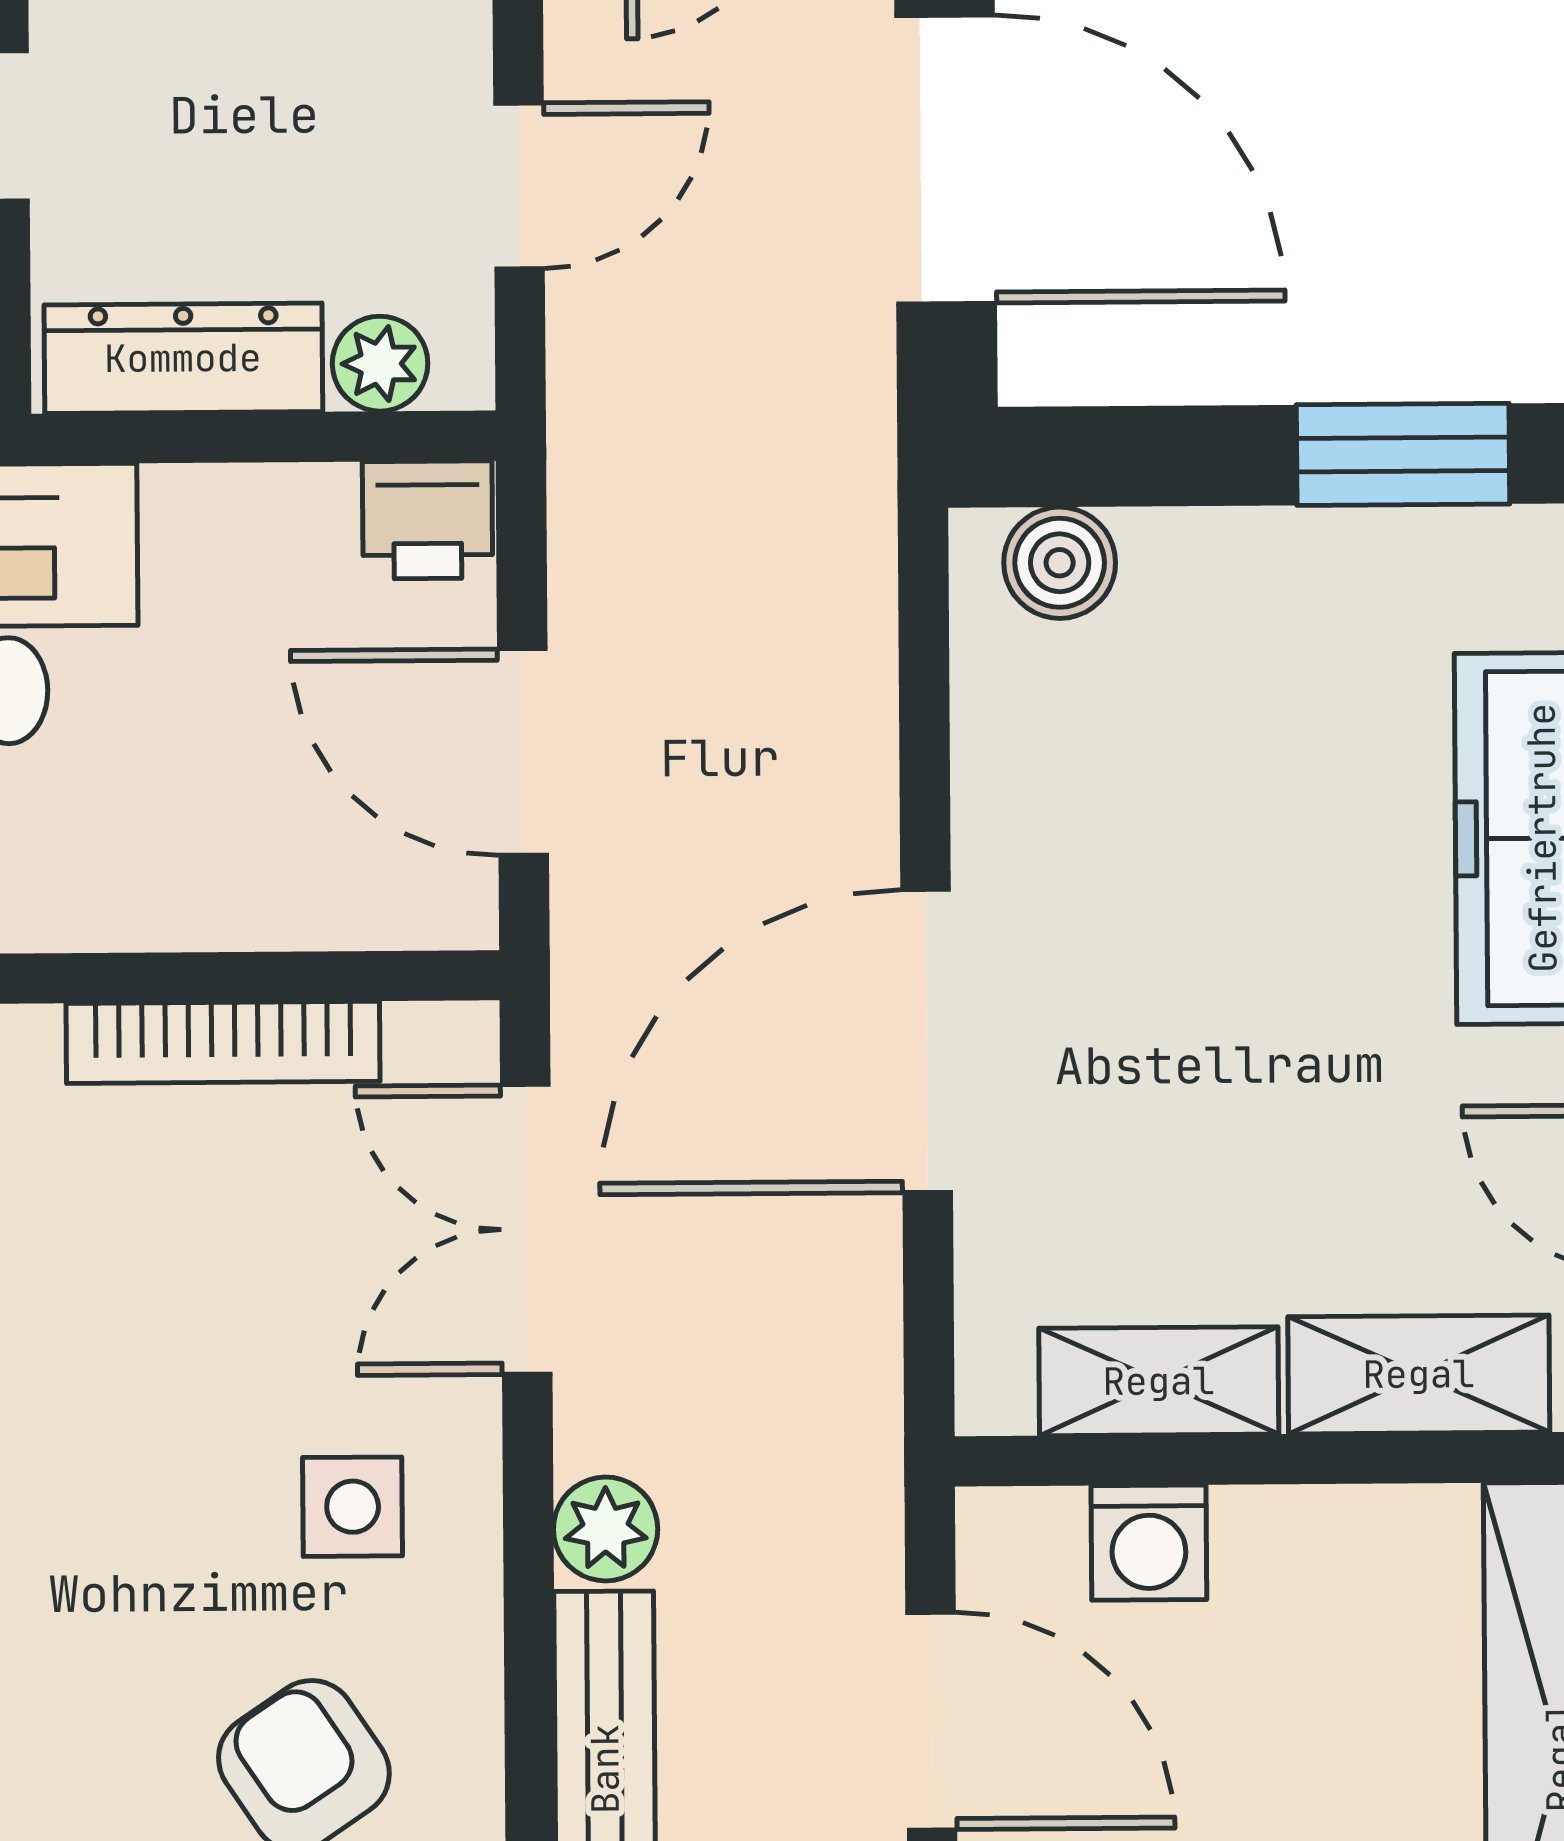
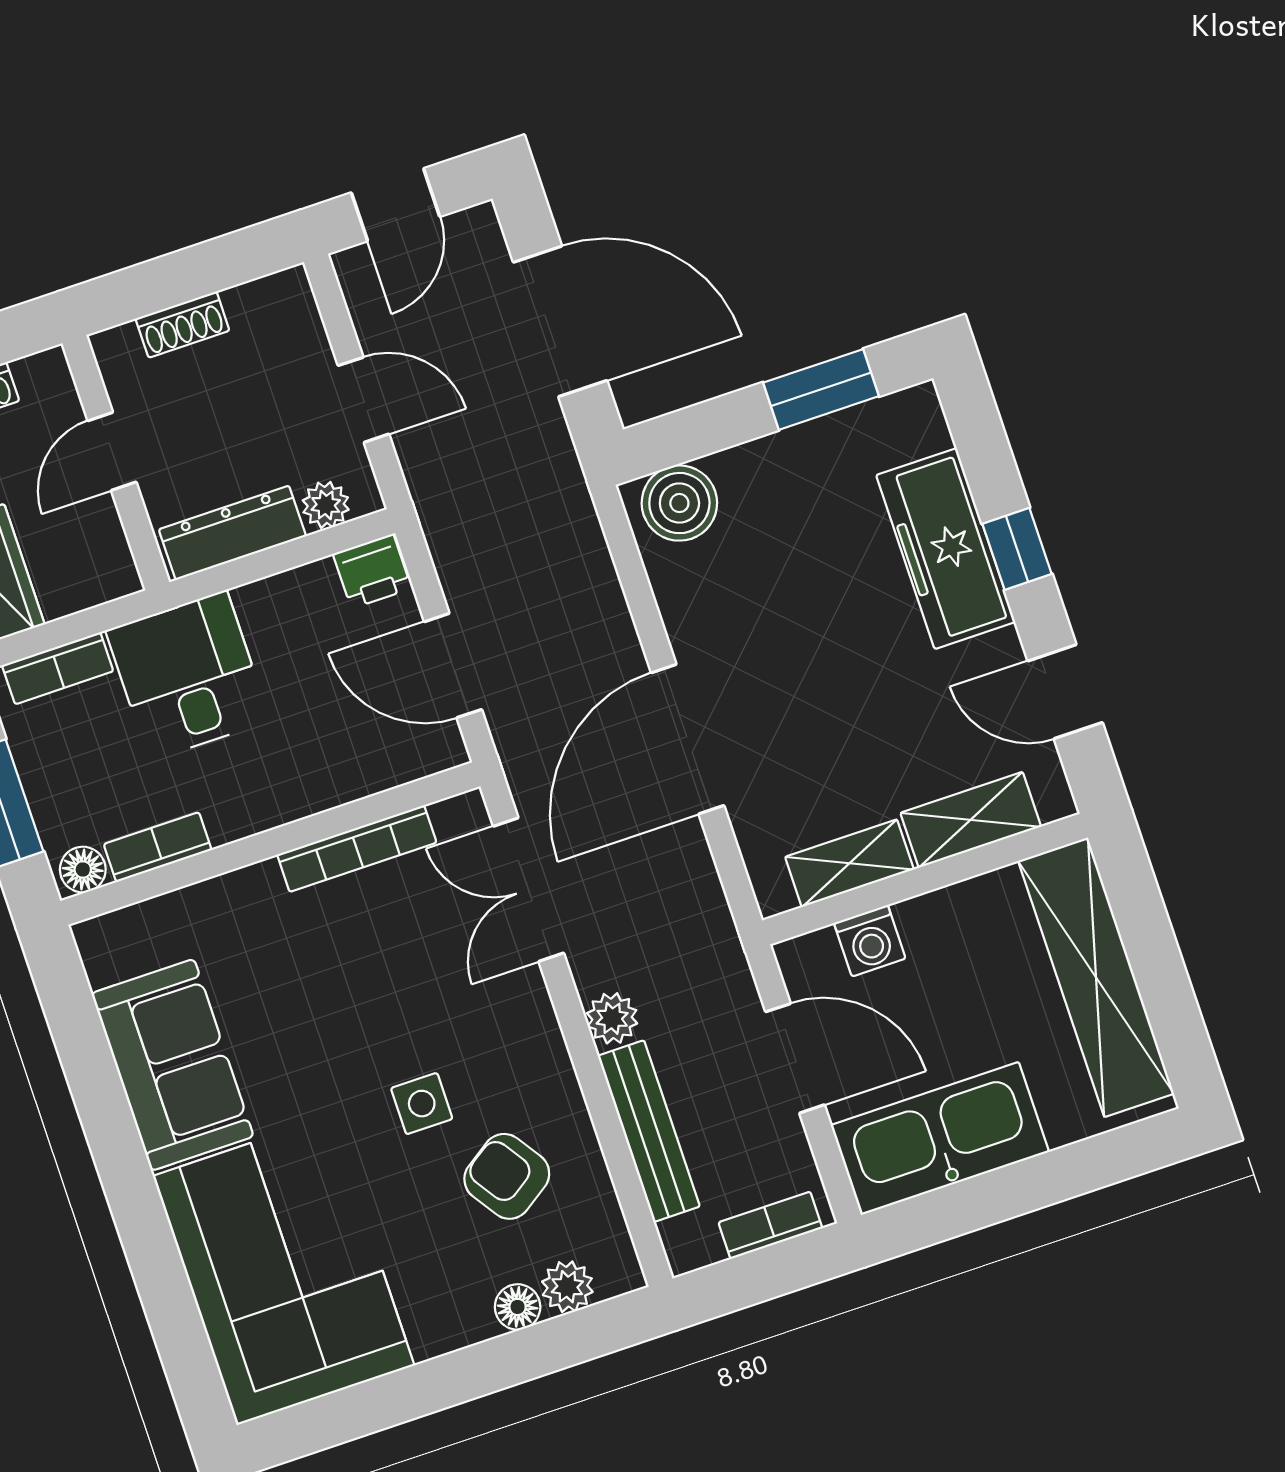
door: (519, 186) -> (364, 400), hinge flipped
boiler: (1060, 563) -> (679, 503), width x1.36, depth x1.36
side table: (353, 1507) -> (422, 1104), moved

